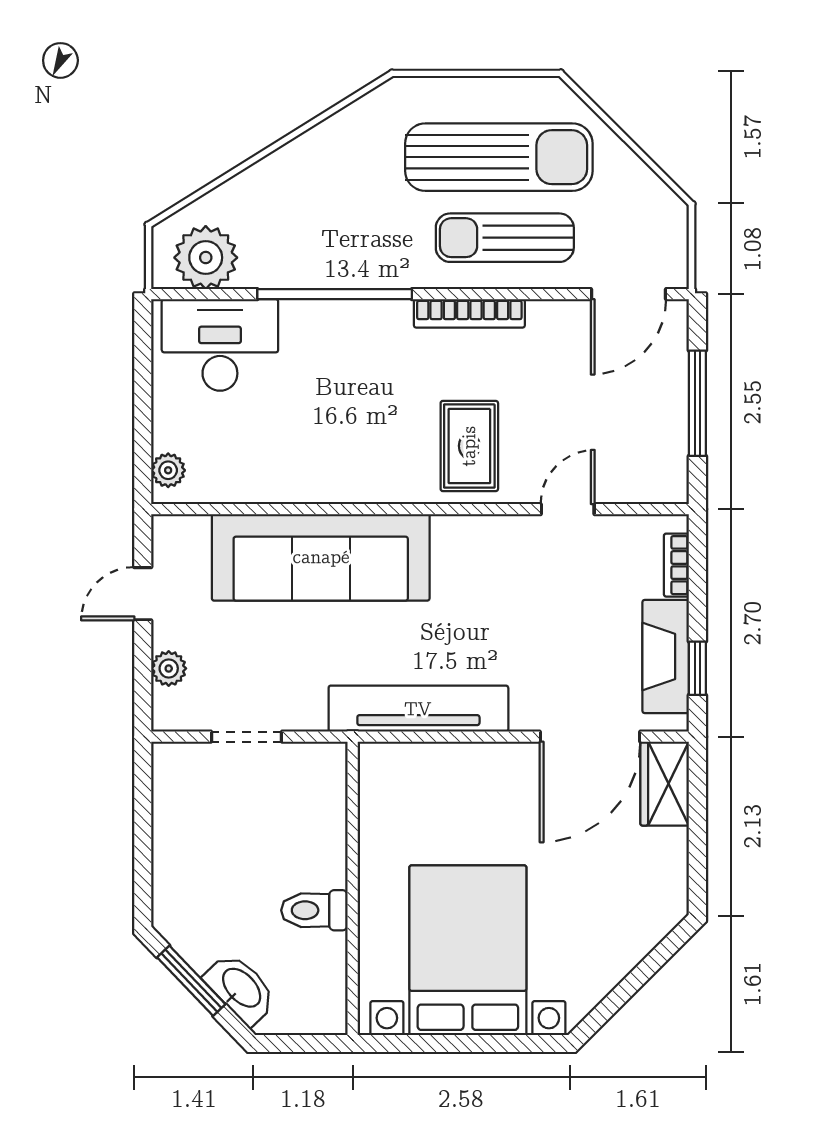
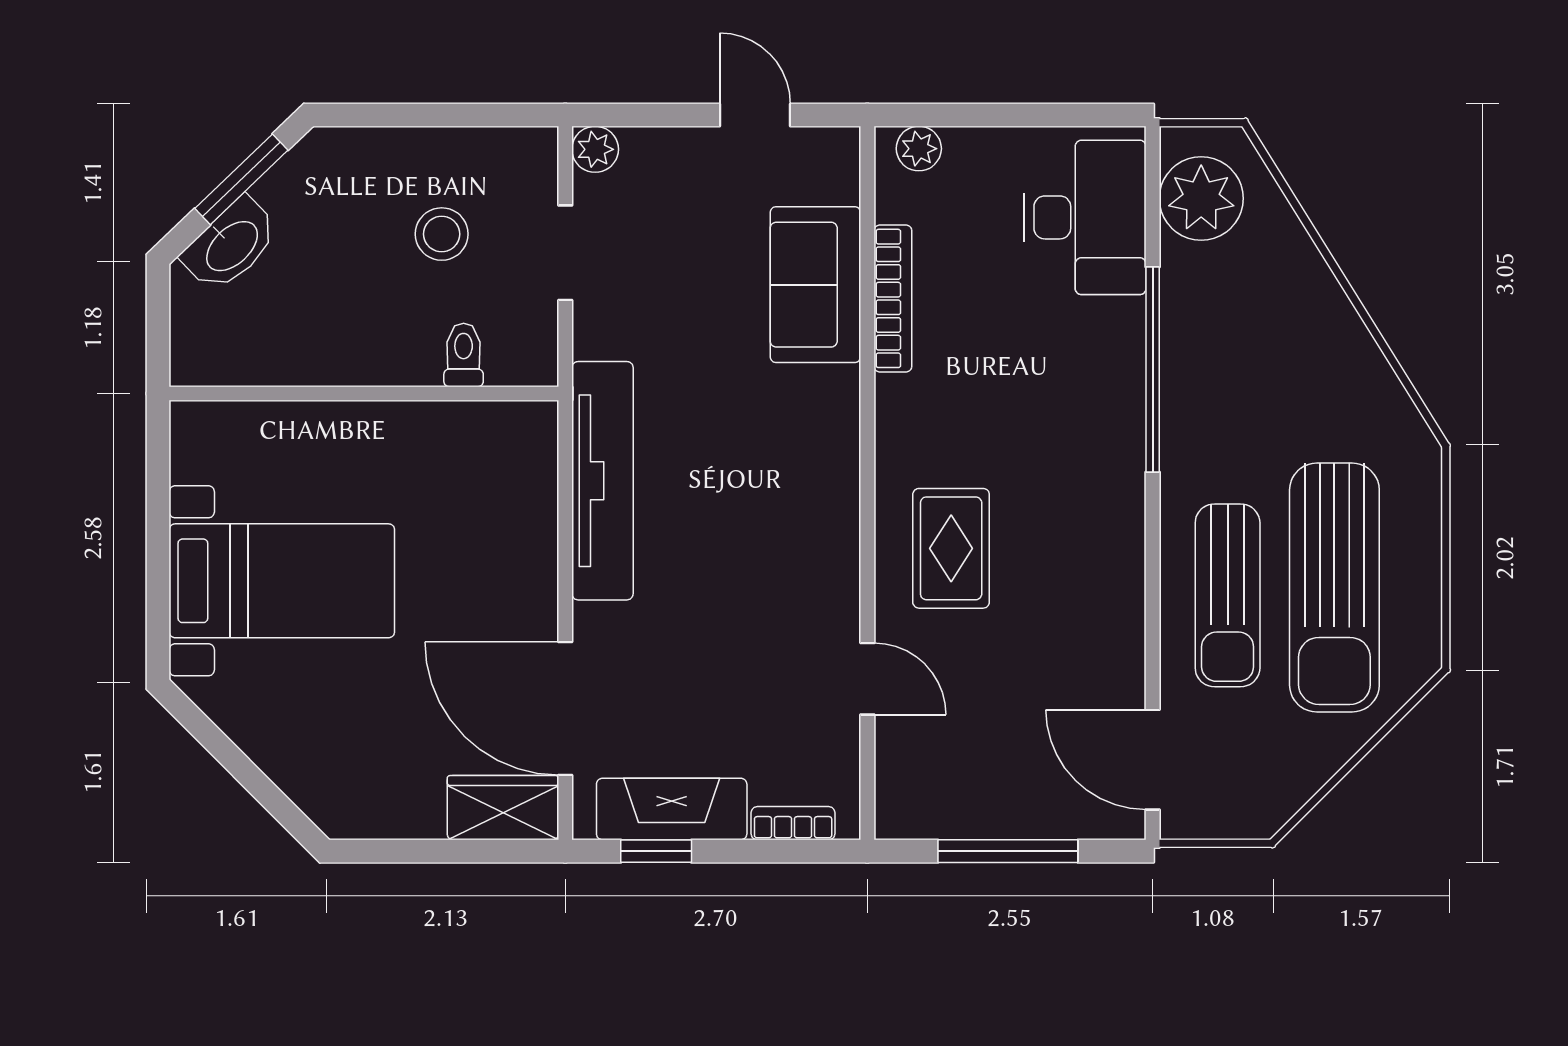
sun lounger: (505, 238) -> (1228, 595), turned 180
bookcase: (469, 313) -> (893, 298), moved, turned 180
rug: (469, 446) -> (951, 548), turned 90
sofa: (321, 557) -> (815, 285), width x0.54, depth x0.79
plant: (169, 668) -> (595, 149), moved
stool: (233, 830) -> (442, 234), added
toilet: (314, 910) -> (464, 355), moved, width x0.73, depth x0.72
bed with nightstands: (468, 950) -> (282, 581), width x0.73

